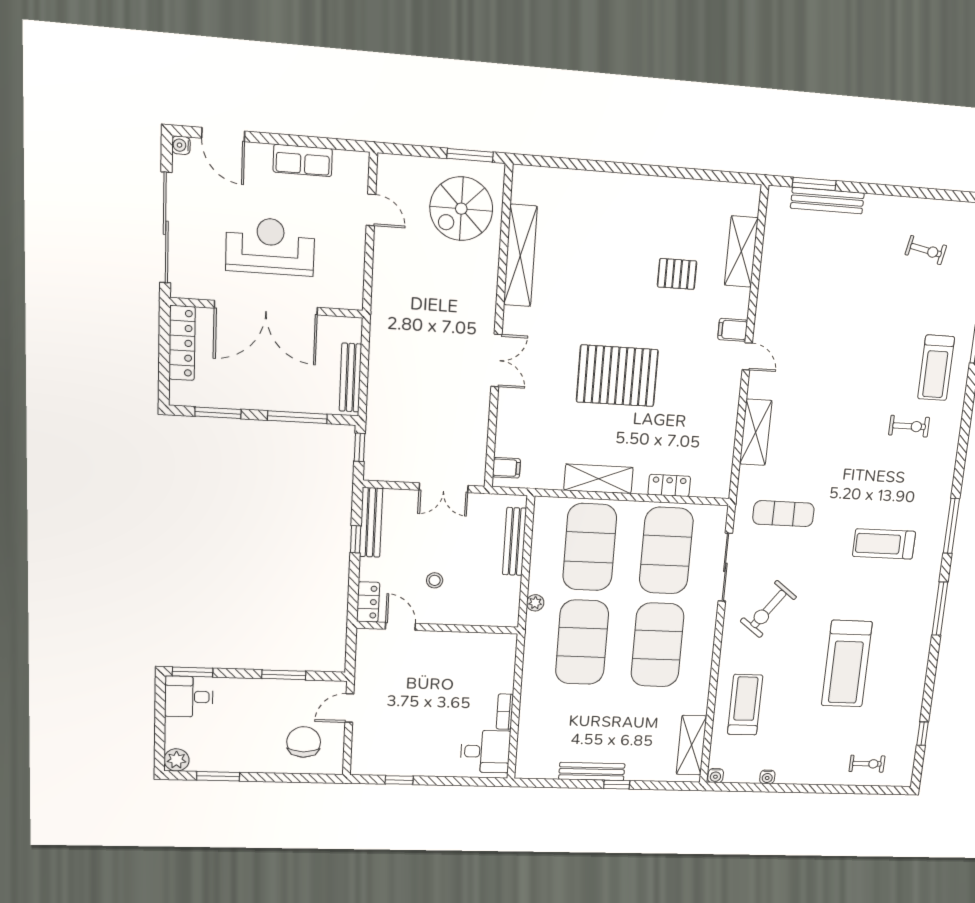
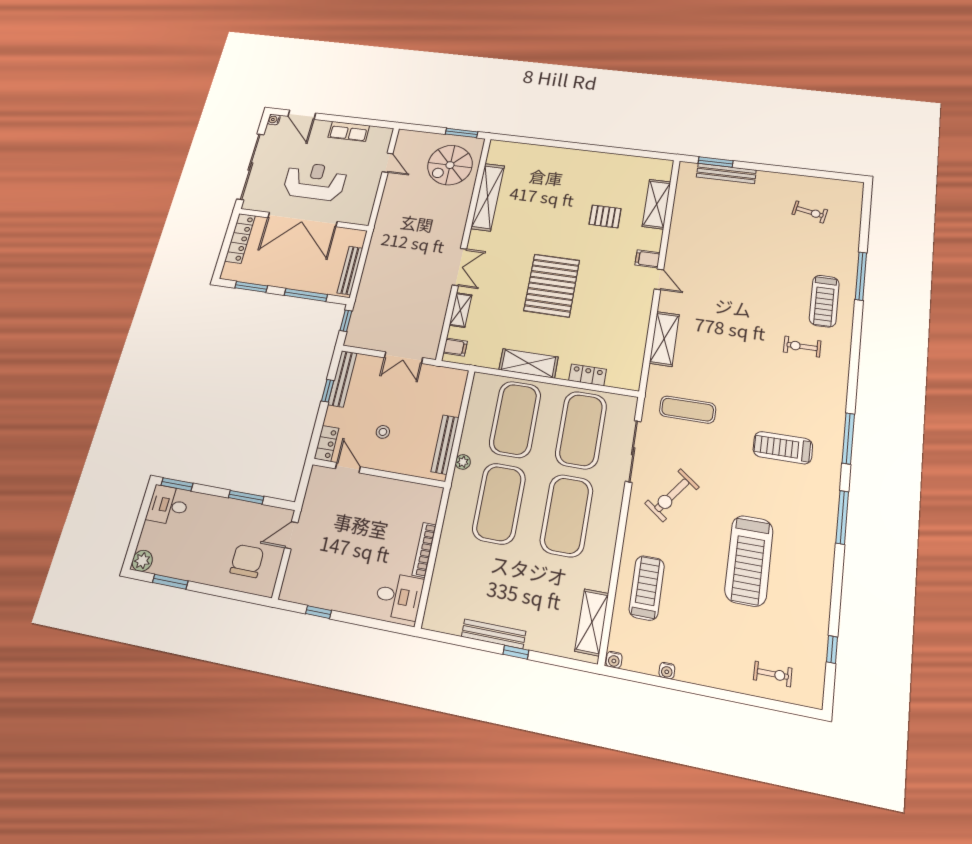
pallet: (617, 376) -> (552, 285), turned 90
shelving: (506, 419) -> (461, 310), added
exercise bike: (909, 426) -> (802, 346), turned 180
bench: (515, 541) -> (445, 444), moved
bookcase: (505, 712) -> (424, 550), width x1.56

